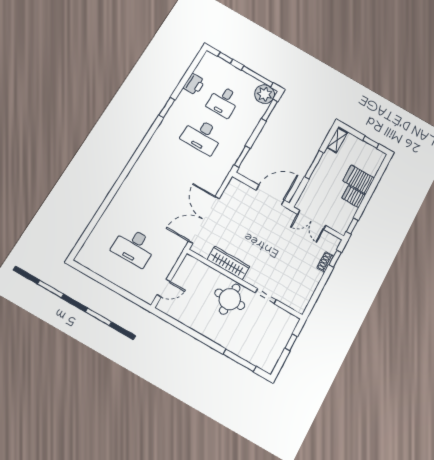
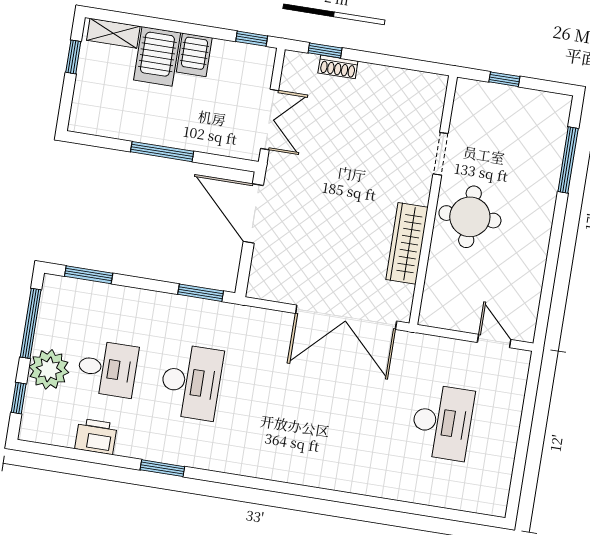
plant: (265, 94) -> (49, 369), moved
shelving: (337, 140) -> (113, 33), moved

